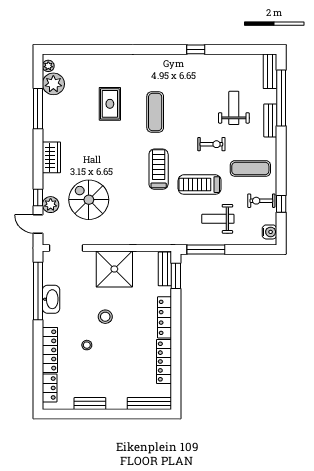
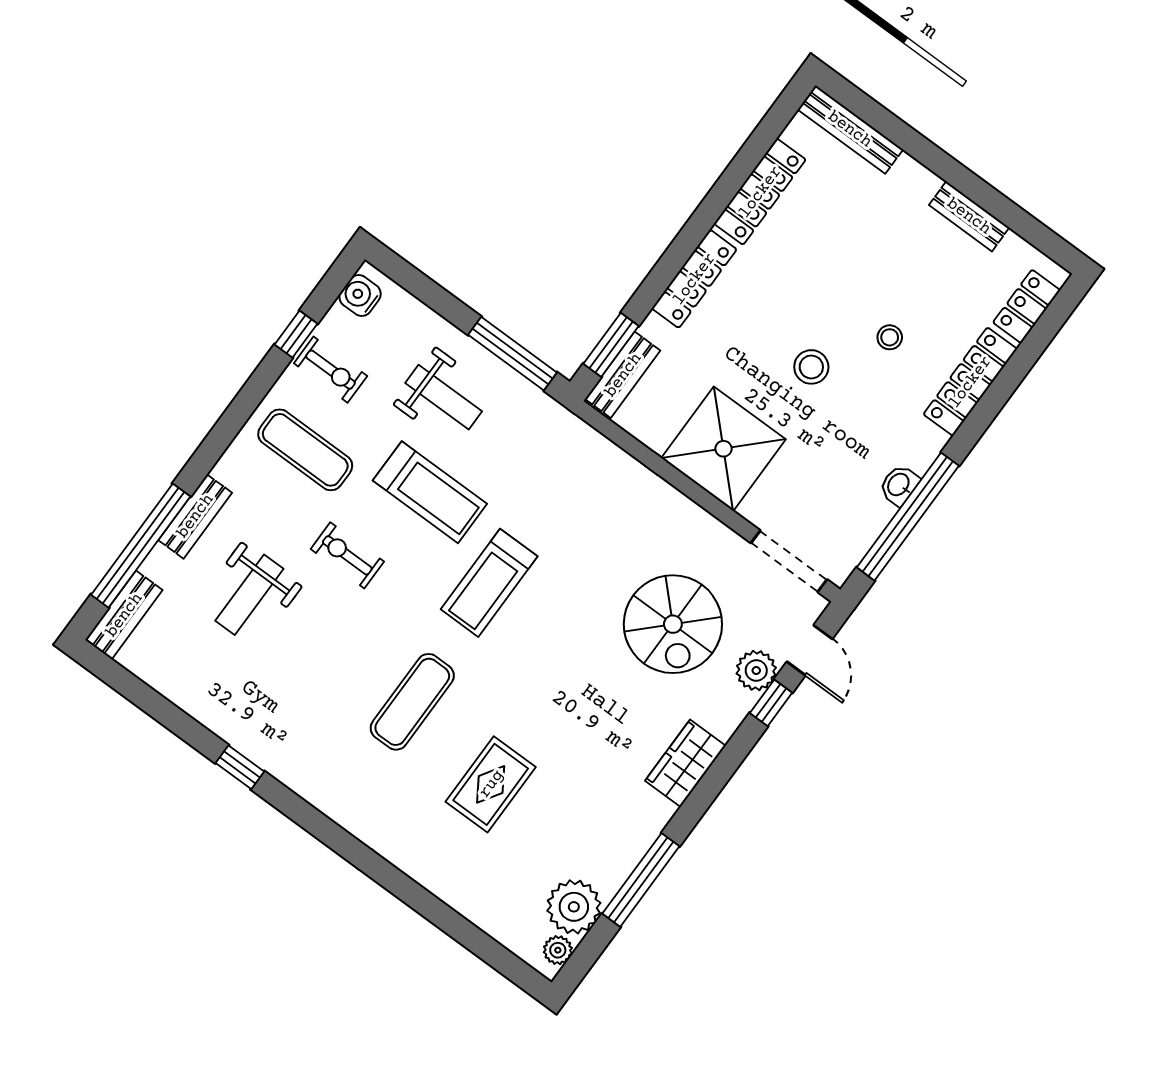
washbasin: (51, 299) -> (899, 485), width x0.52, depth x0.69

